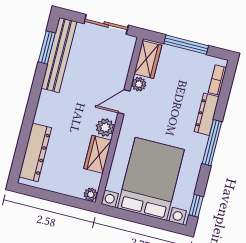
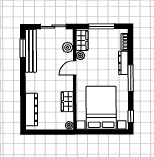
plant: (105, 127) -> (68, 47), moved

